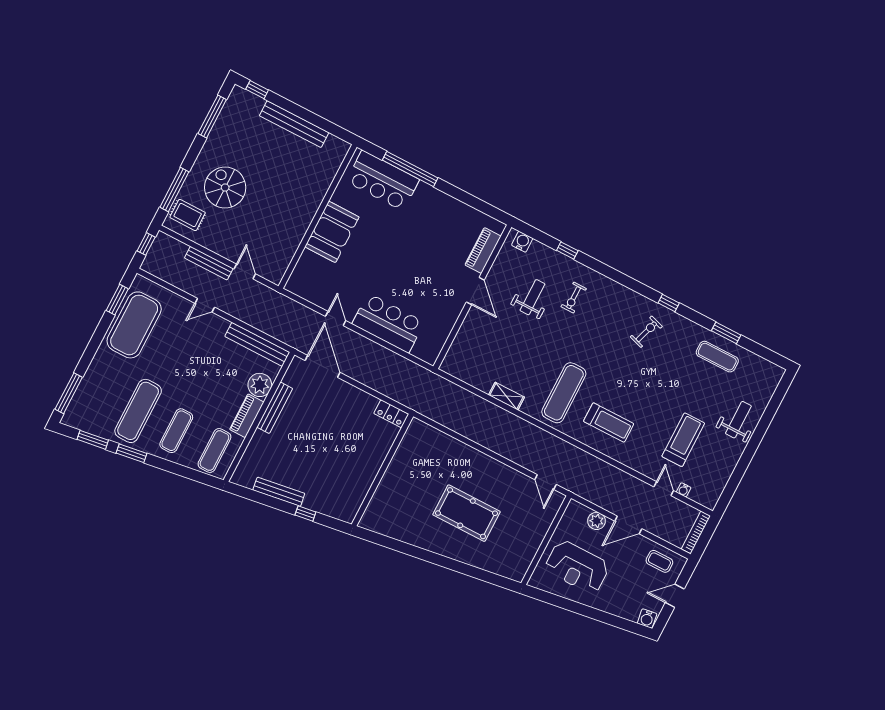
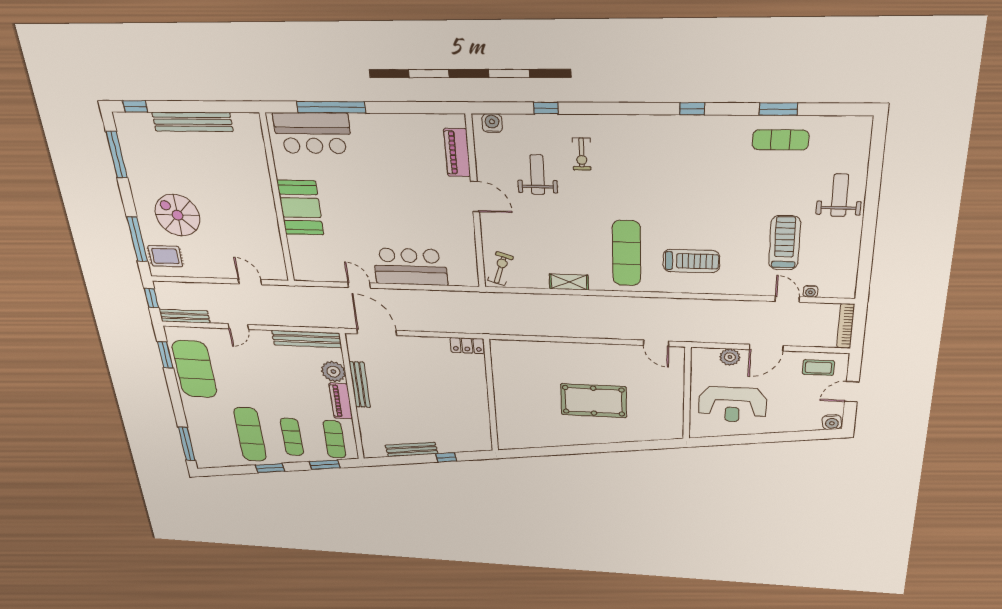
bench: (209, 263) -> (185, 316), moved
exercise bike: (646, 332) -> (501, 269), moved
window: (93, 440) -> (325, 465), moved

